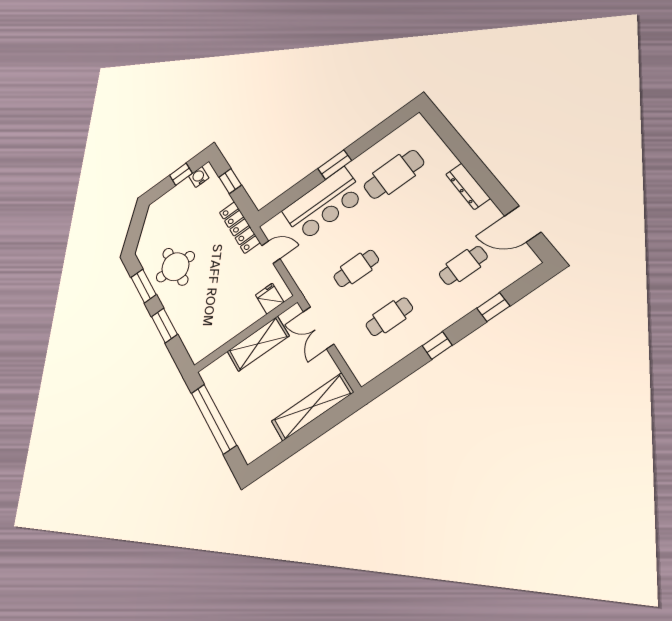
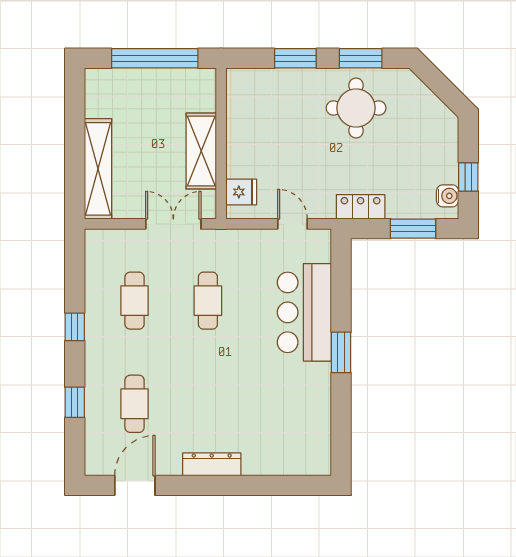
cafe table: (394, 174) -> (281, 404), removed
window: (230, 181) -> (413, 229), width x1.50
locker: (240, 227) -> (361, 207), width x0.66
door: (271, 252) -> (292, 224), swing flipped

